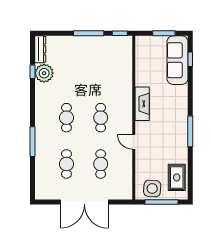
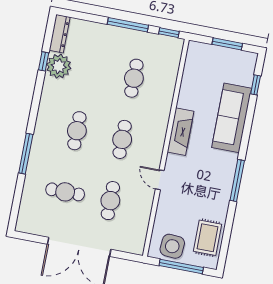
sofa: (177, 60) -> (232, 118), moved
cafe table: (101, 71) -> (134, 78), added
cafe table: (66, 164) -> (65, 192), turned 90

